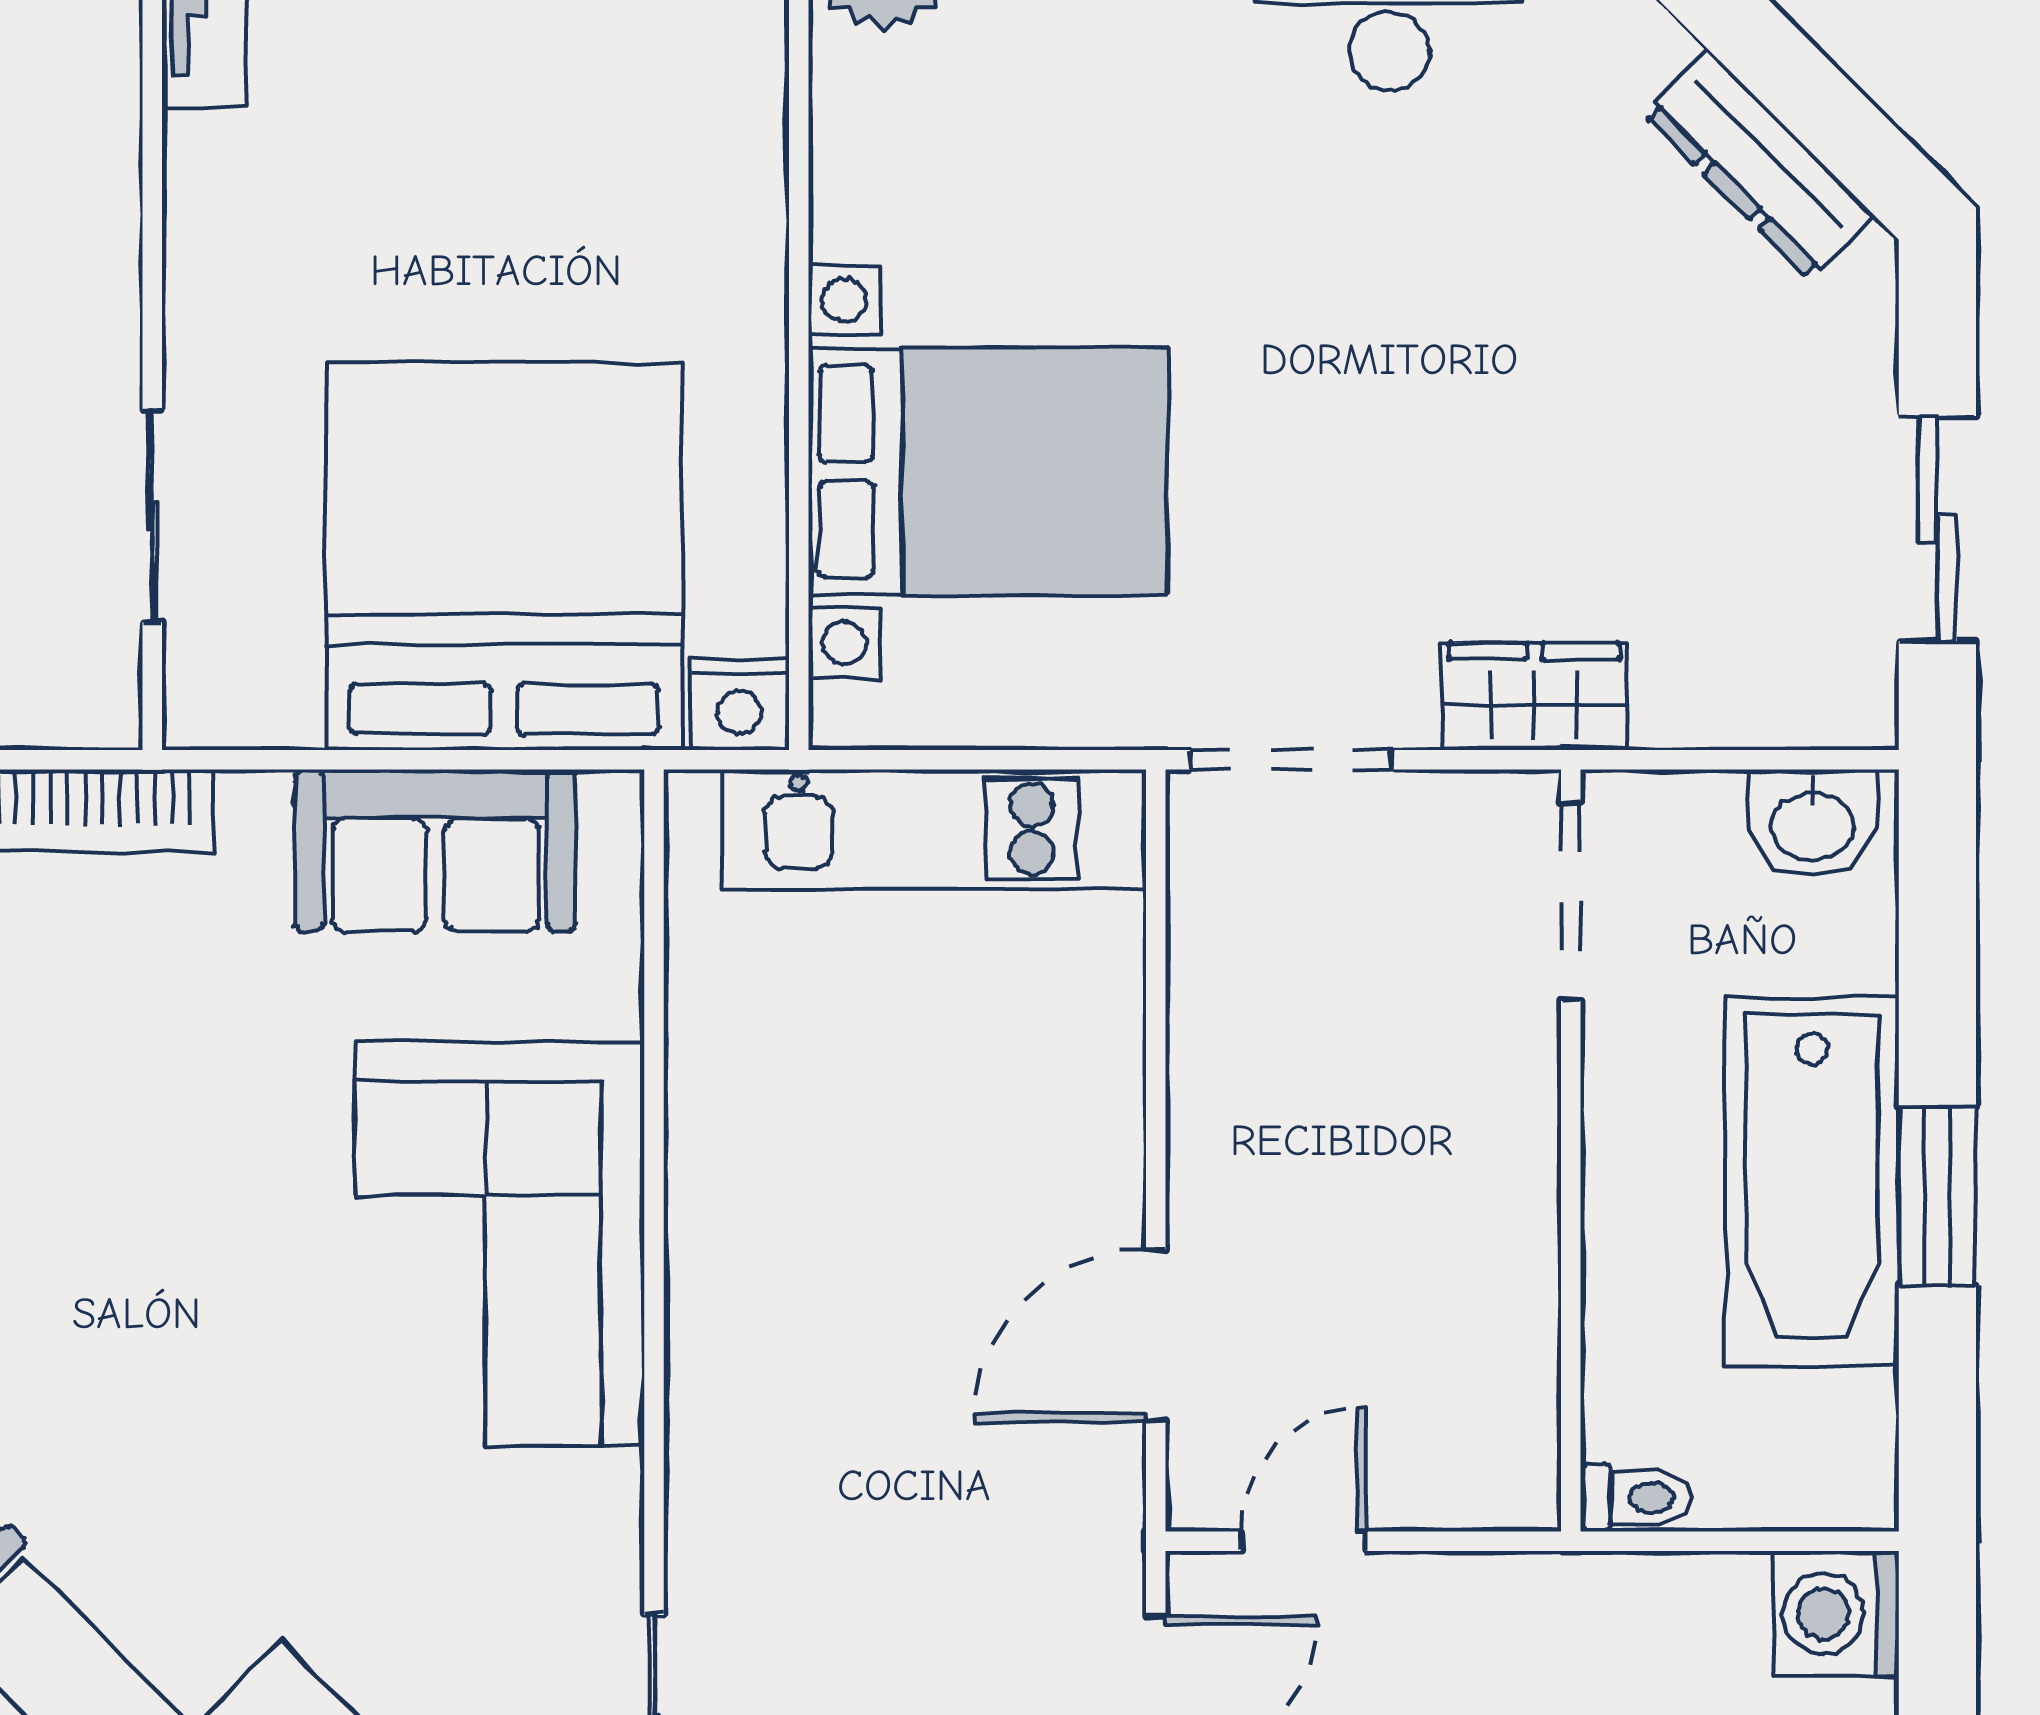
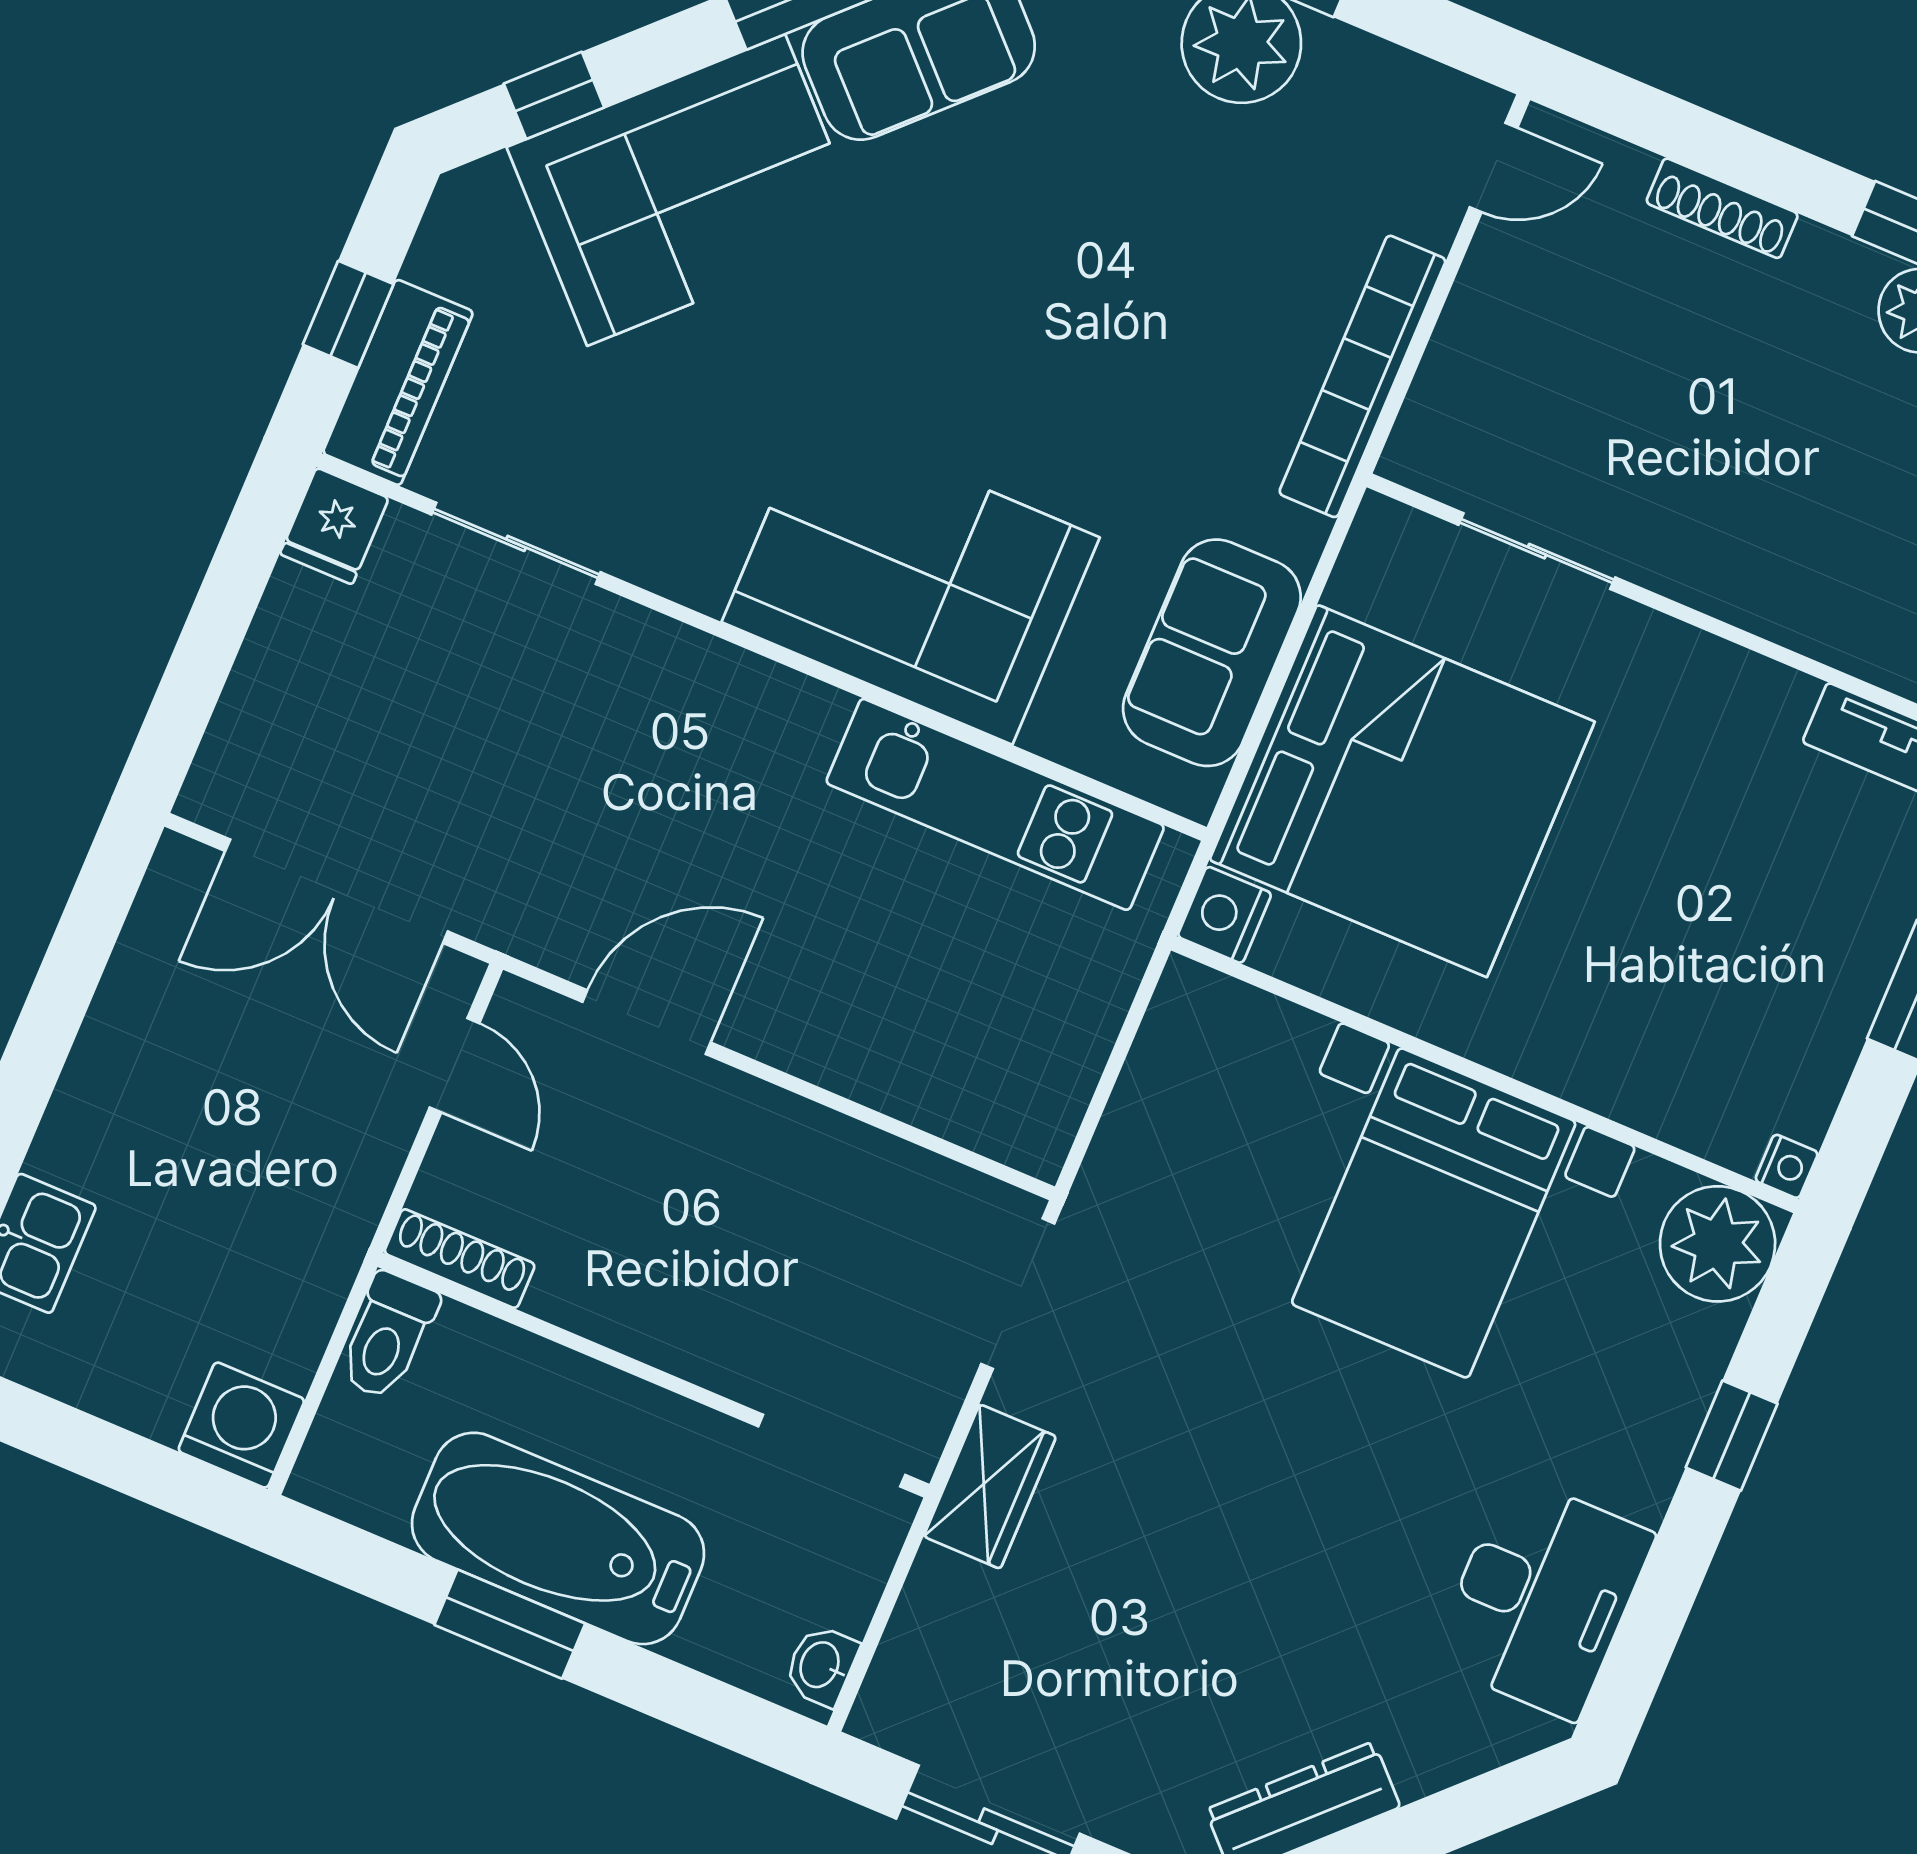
bed with nightstands: (988, 471) -> (1434, 1213), moved
washbasin: (1813, 824) -> (821, 1665), width x0.72, depth x0.69
kitchen unit: (934, 829) -> (995, 804), moved, turned -90
door: (1156, 1335) -> (646, 1022), hinge flipped
shoe rack: (1529, 1438) -> (460, 1259), added
toilet: (1636, 1498) -> (388, 1336), width x1.37, depth x1.39

